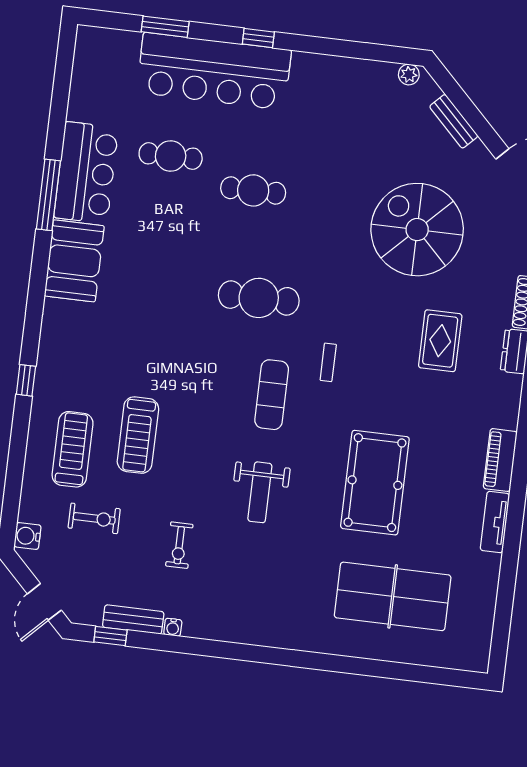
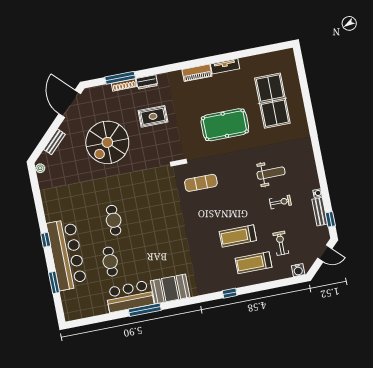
cafe table: (259, 298) -> (160, 202), removed
treadmill: (138, 435) -> (238, 236), turned 180
weight bench: (260, 492) -> (271, 173), moved

